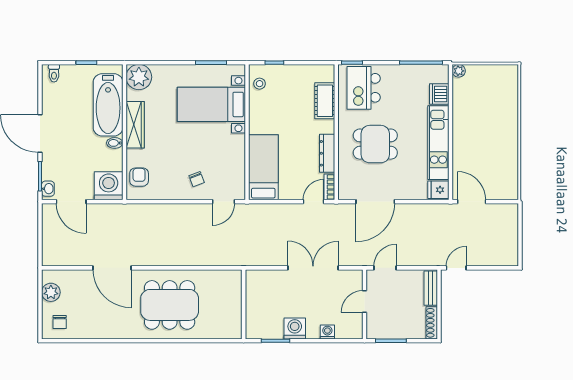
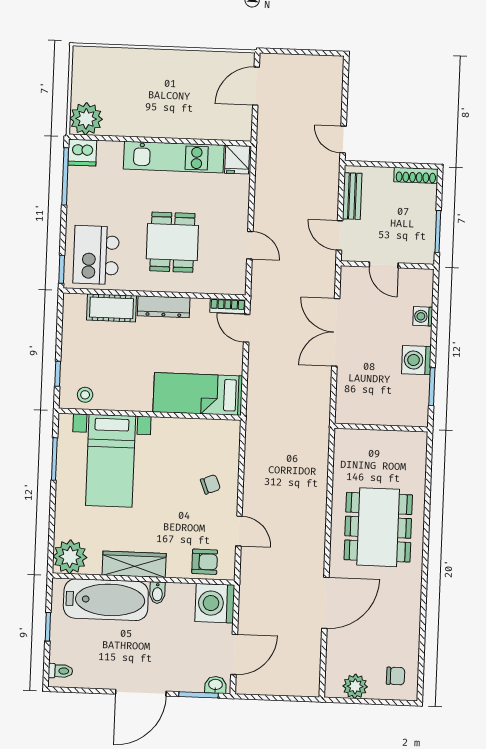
plant: (459, 71) -> (86, 119), width x1.87, depth x1.87
kitchen island: (364, 88) -> (96, 255), turned 90
dishwasher: (439, 94) -> (82, 153), moved
dresser: (327, 153) -> (164, 307), moved
armchair: (139, 177) -> (205, 562), turned 180
door: (223, 202) -> (239, 531), moved
door: (375, 202) -> (250, 245), width x0.53
door: (472, 202) -> (256, 86), moved
bench: (431, 288) -> (352, 196), moved, turned 90

